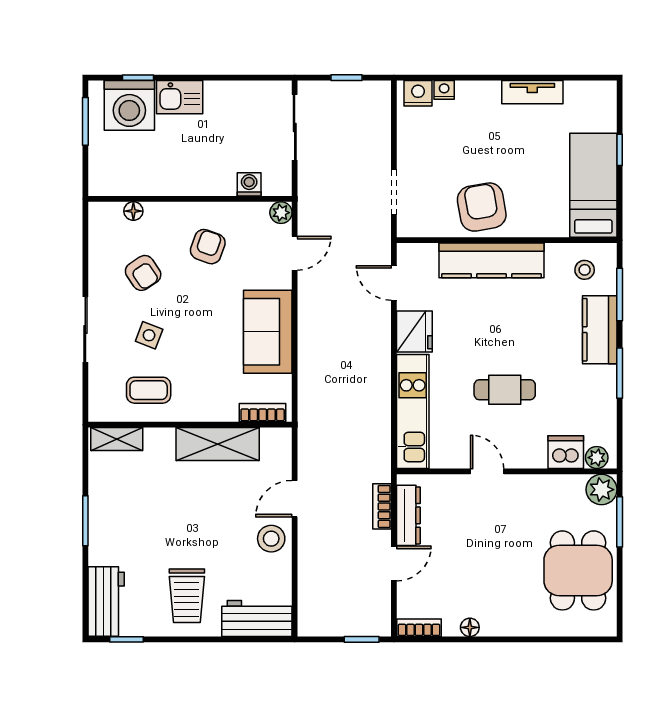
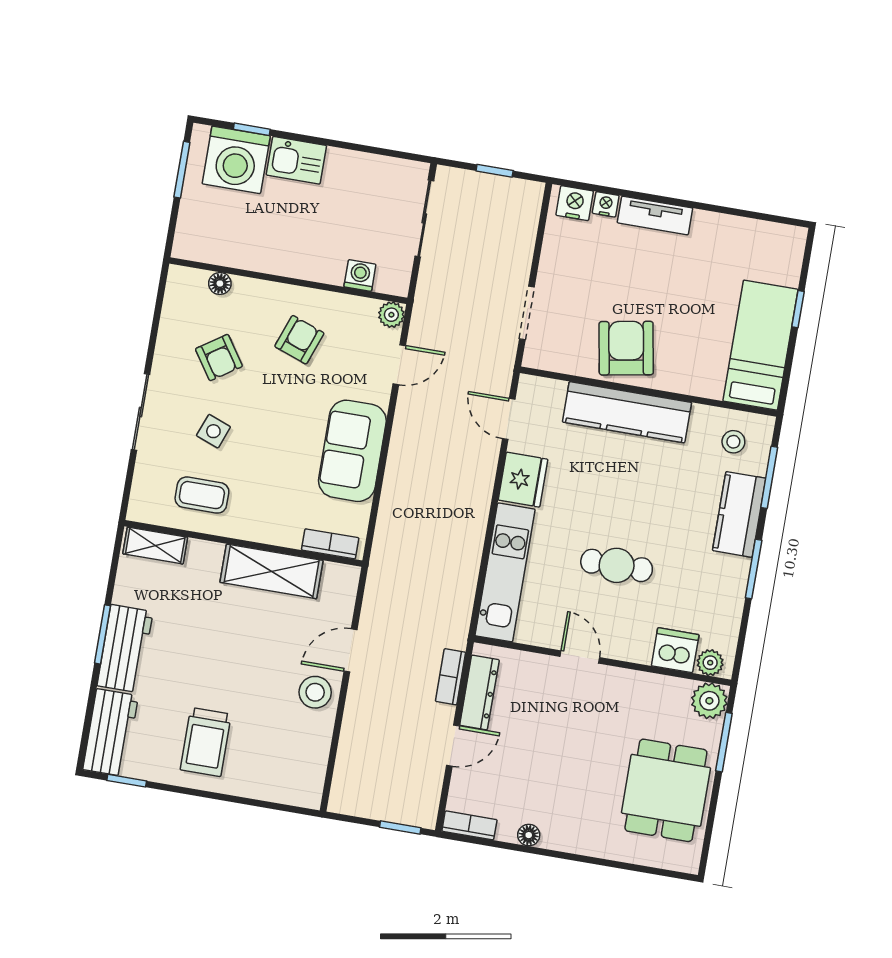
tv unit: (532, 92) -> (655, 215), moved
workbench: (257, 619) -> (125, 649), moved, turned 90

